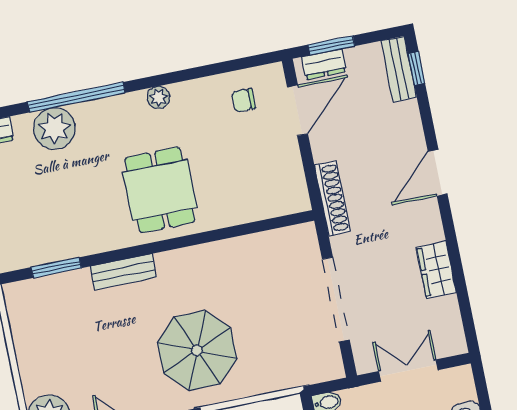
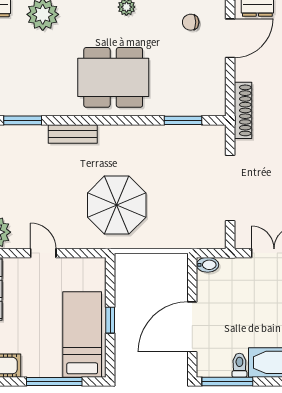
dining table: (160, 190) -> (113, 77), width x1.38
window: (259, 226) -> (183, 120), added

